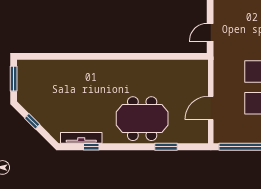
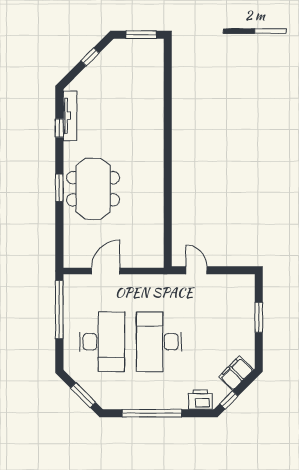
door: (211, 108) -> (106, 271), hinge flipped
window: (166, 147) -> (59, 188), moved

